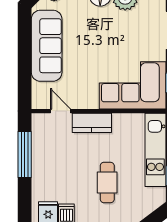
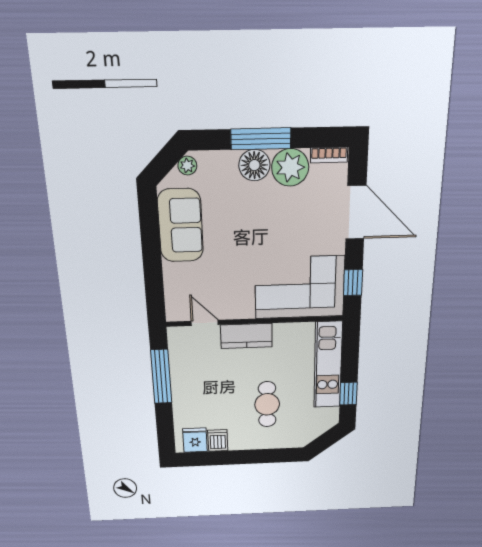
sofa: (47, 46) -> (180, 225), width x0.73

